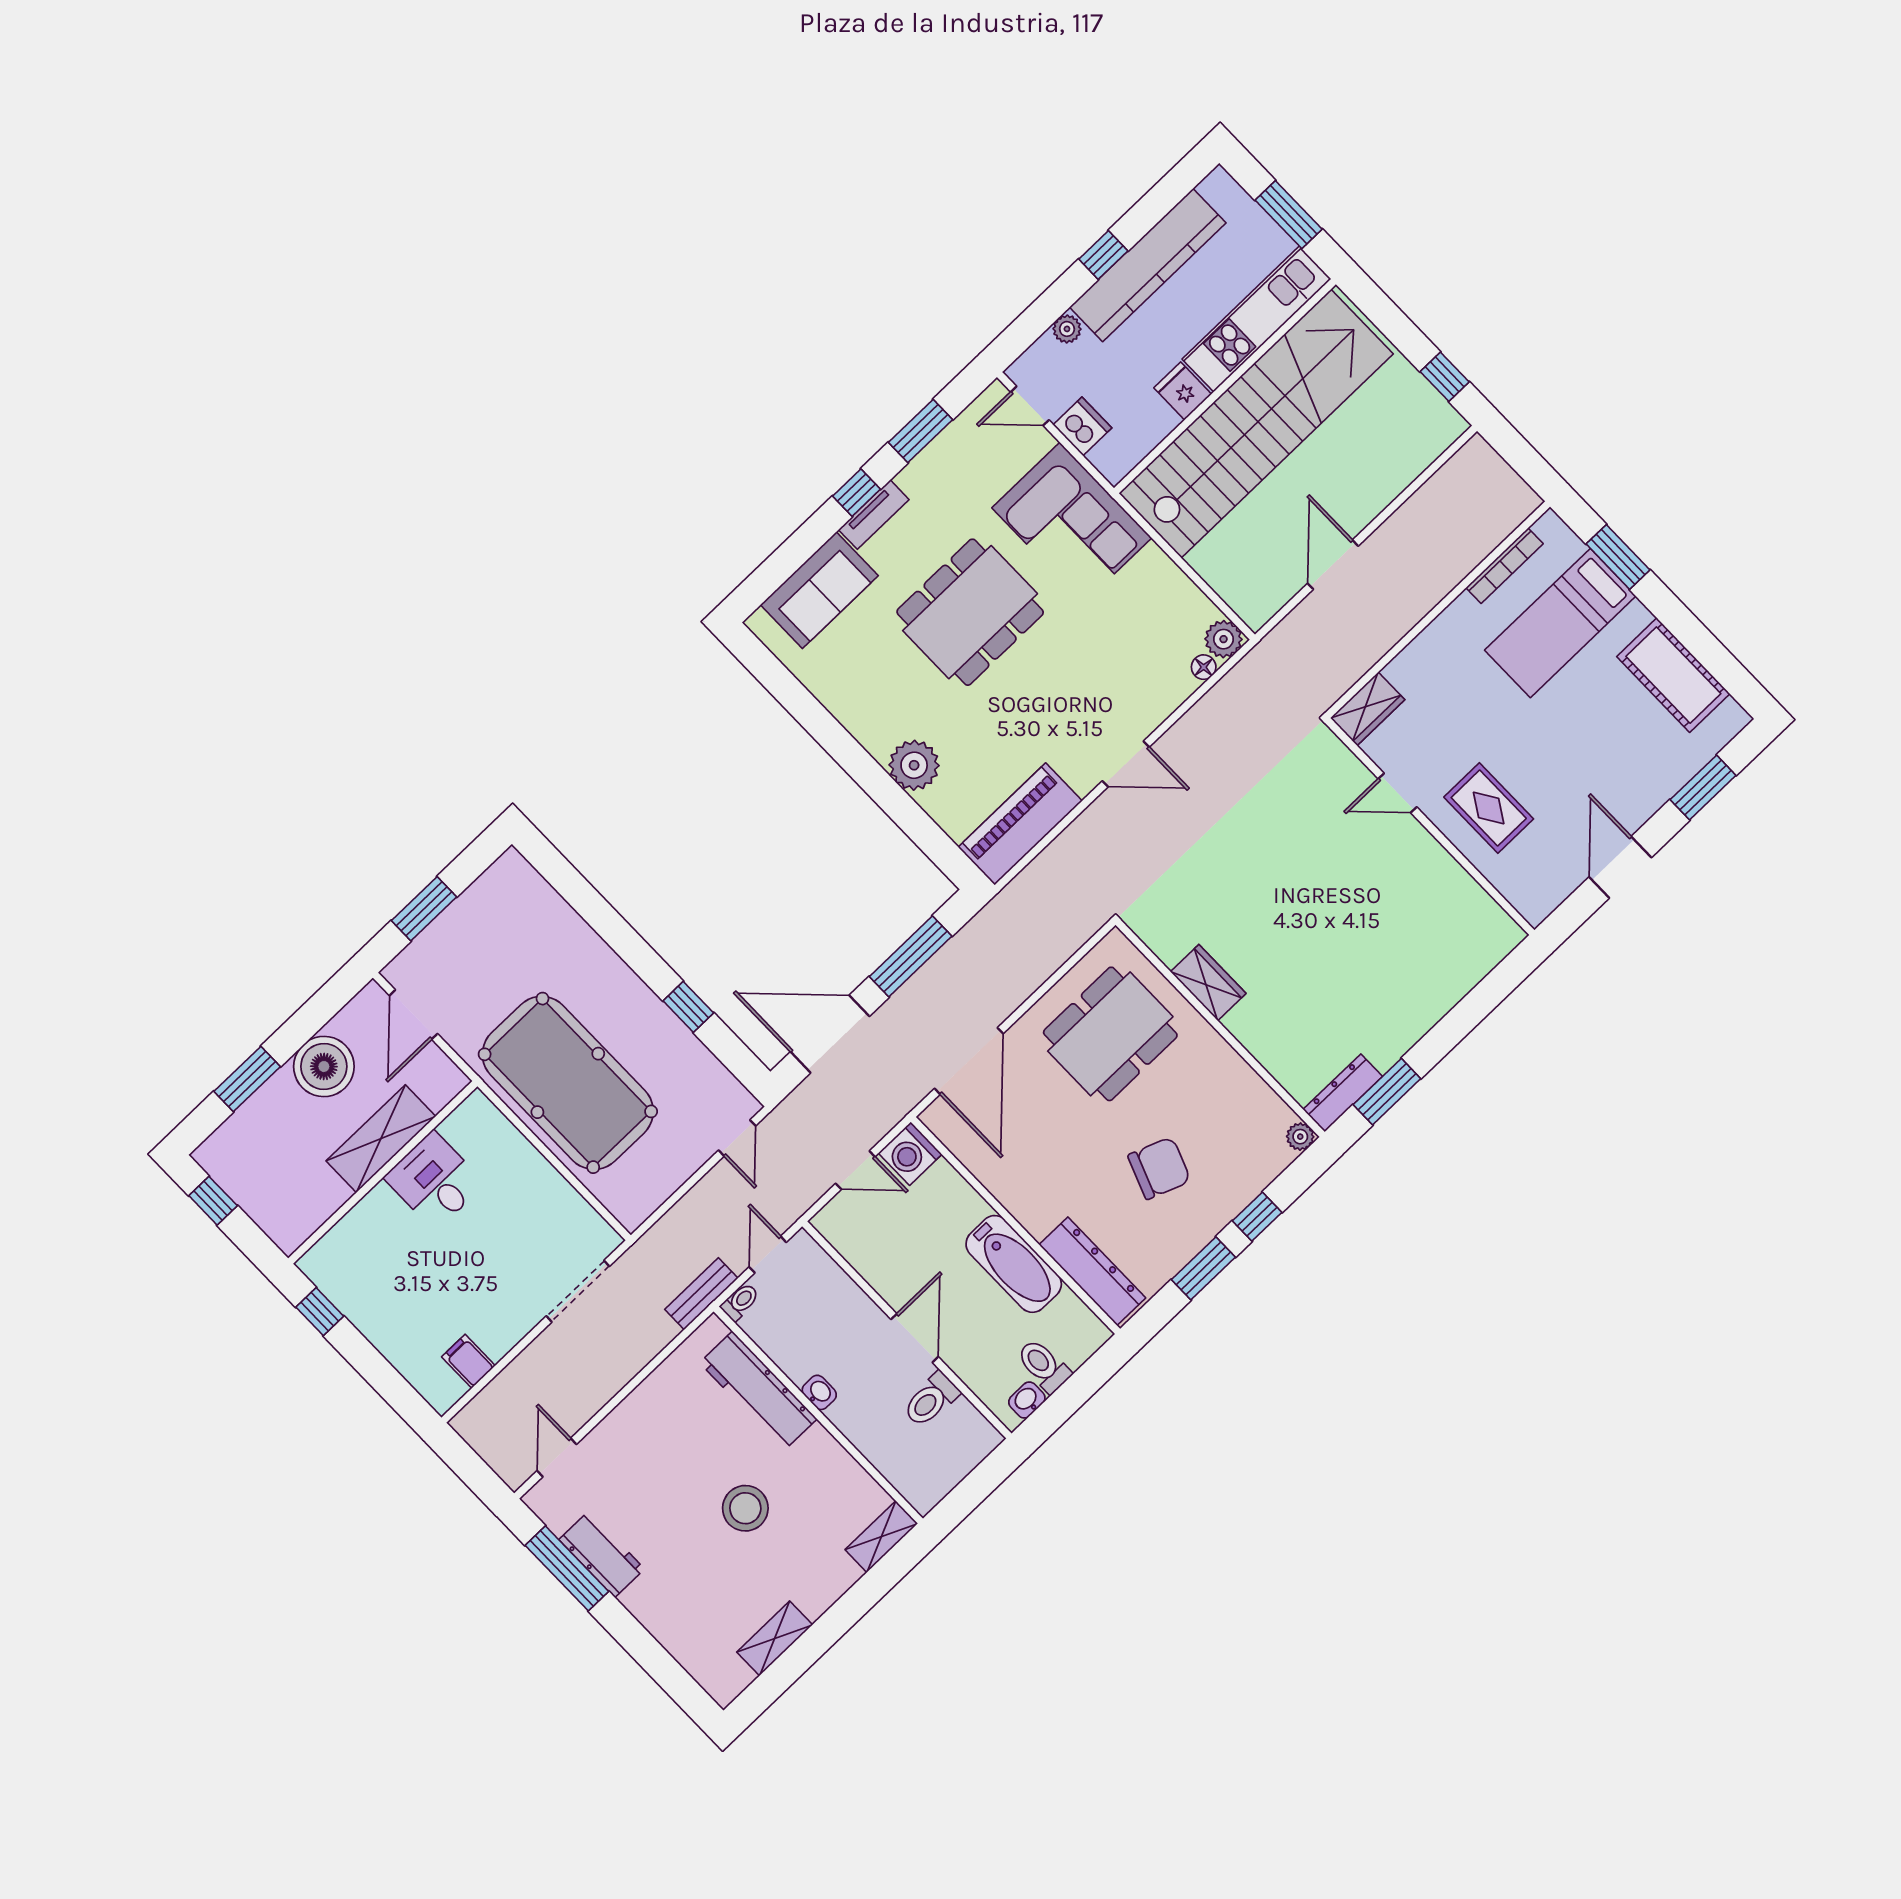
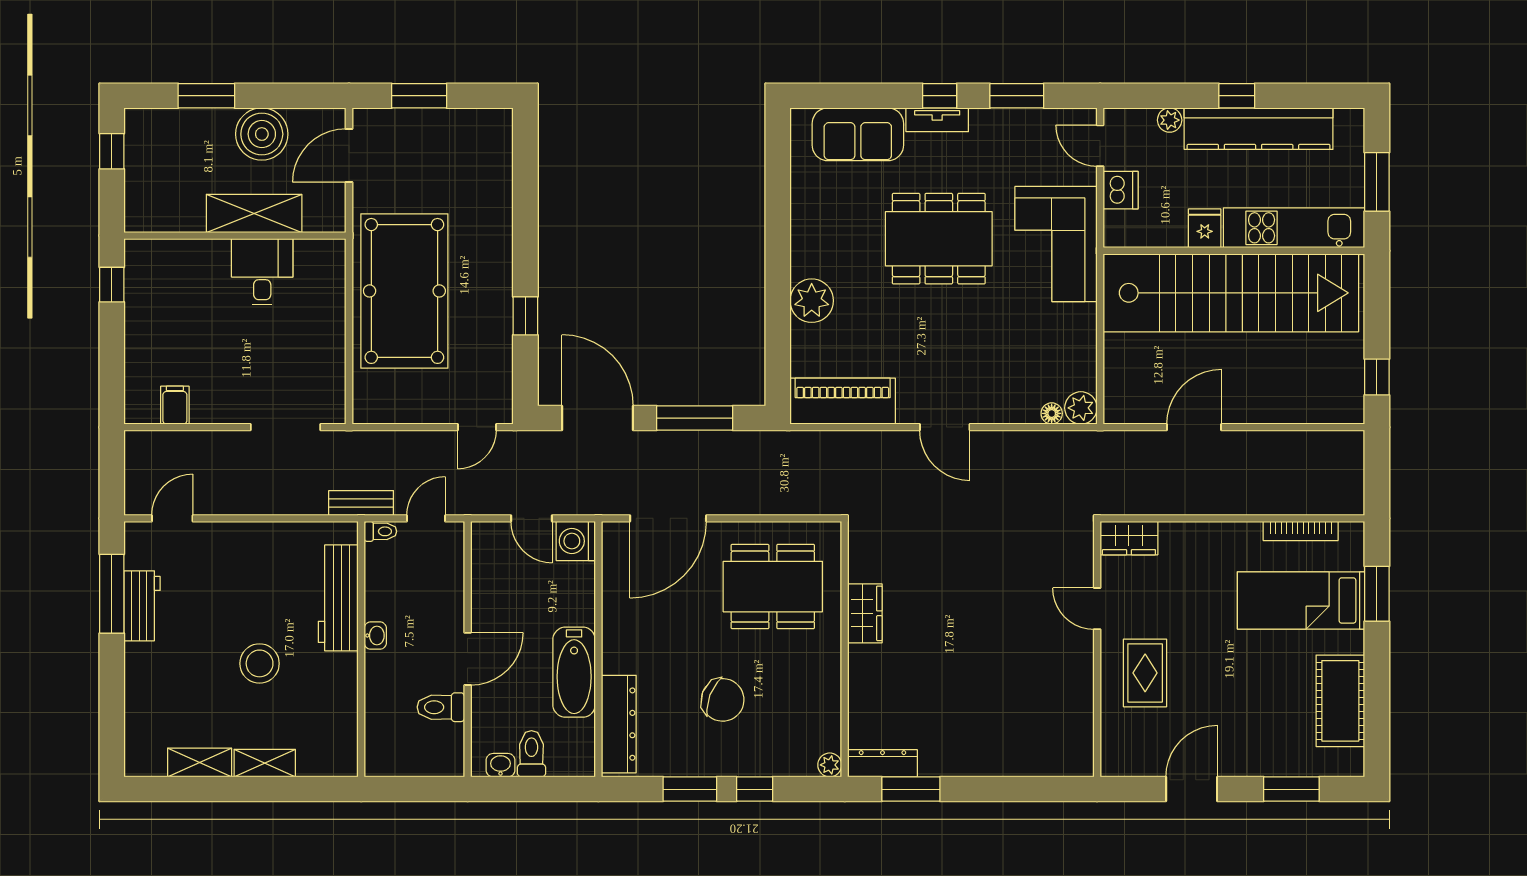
shelving: (881, 1537) -> (265, 763), moved

